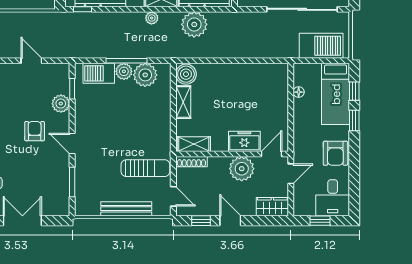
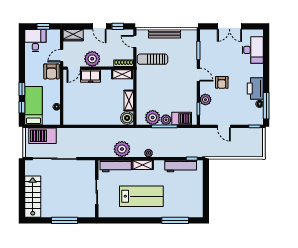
armchair: (335, 153) -> (51, 71), moved, turned 180

